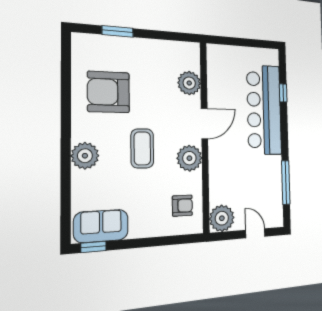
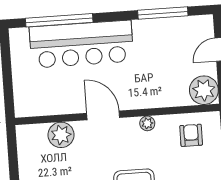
window: (283, 93) -> (59, 20), width x3.17
plant: (189, 158) -> (147, 123), width x0.53, depth x0.53

